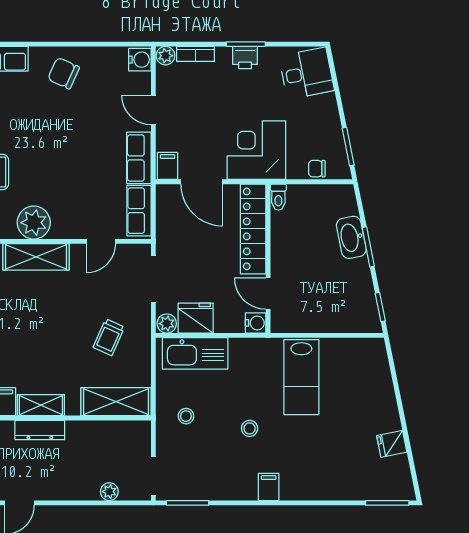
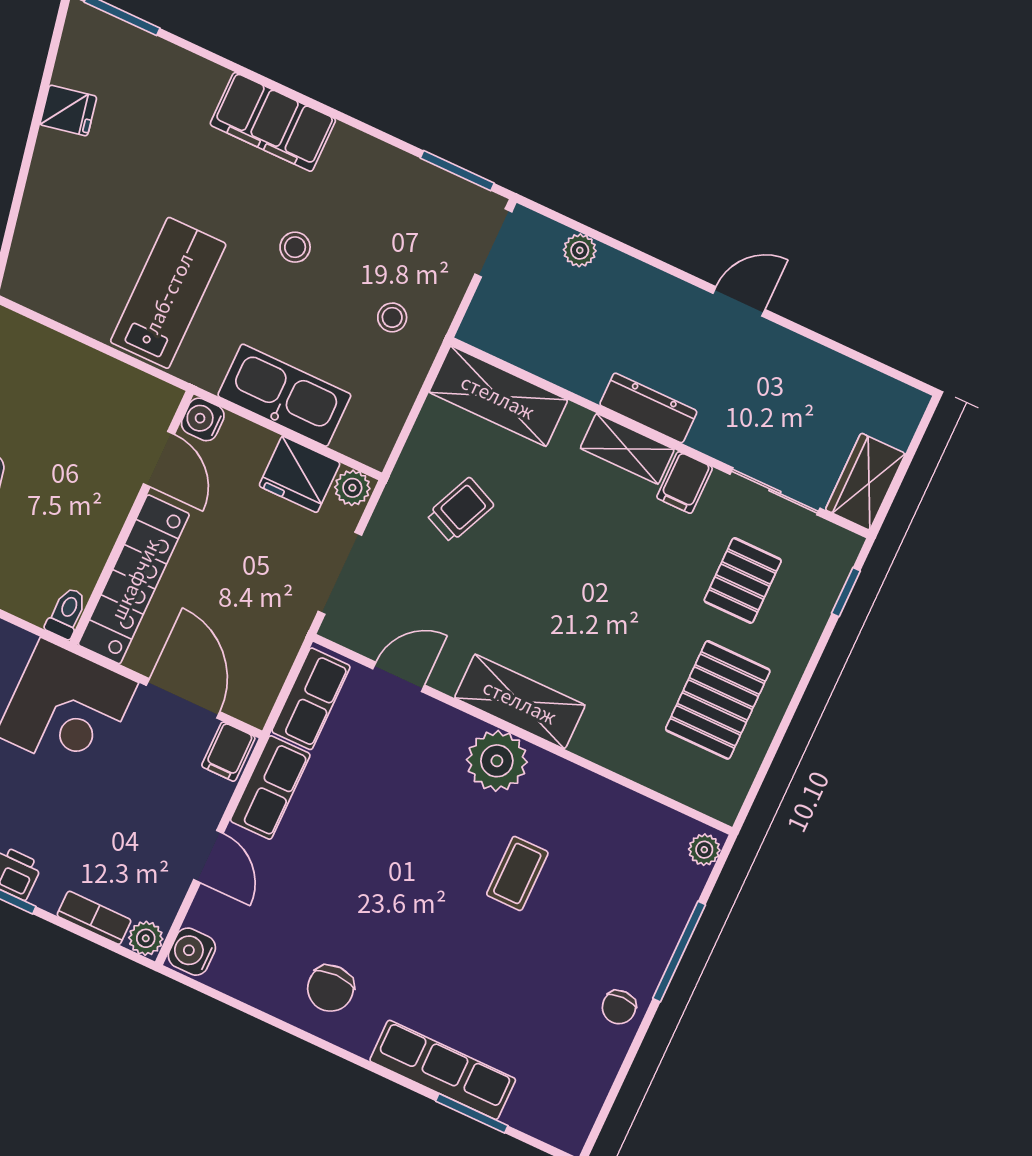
chair: (64, 73) -> (330, 988), turned 66
kitchen sink: (195, 353) -> (284, 395), moved
filing cabinet: (269, 487) -> (273, 122), width x3.00, depth x1.17

